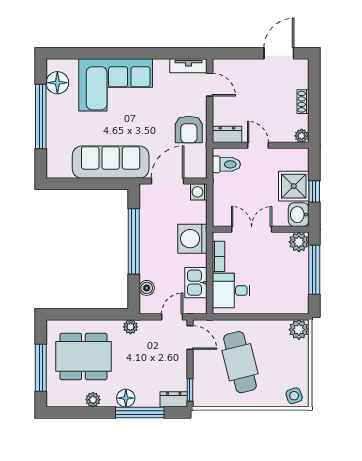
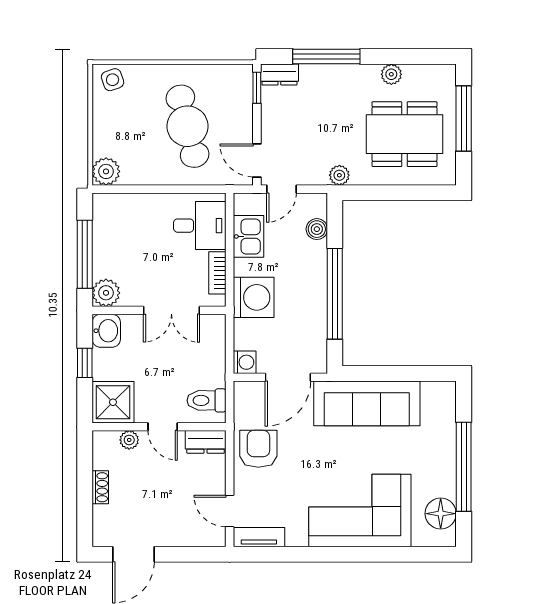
plant: (302, 136) -> (129, 440), moved
shower: (294, 186) -> (113, 402), moved
floor lamp: (126, 398) -> (346, 76), removed

